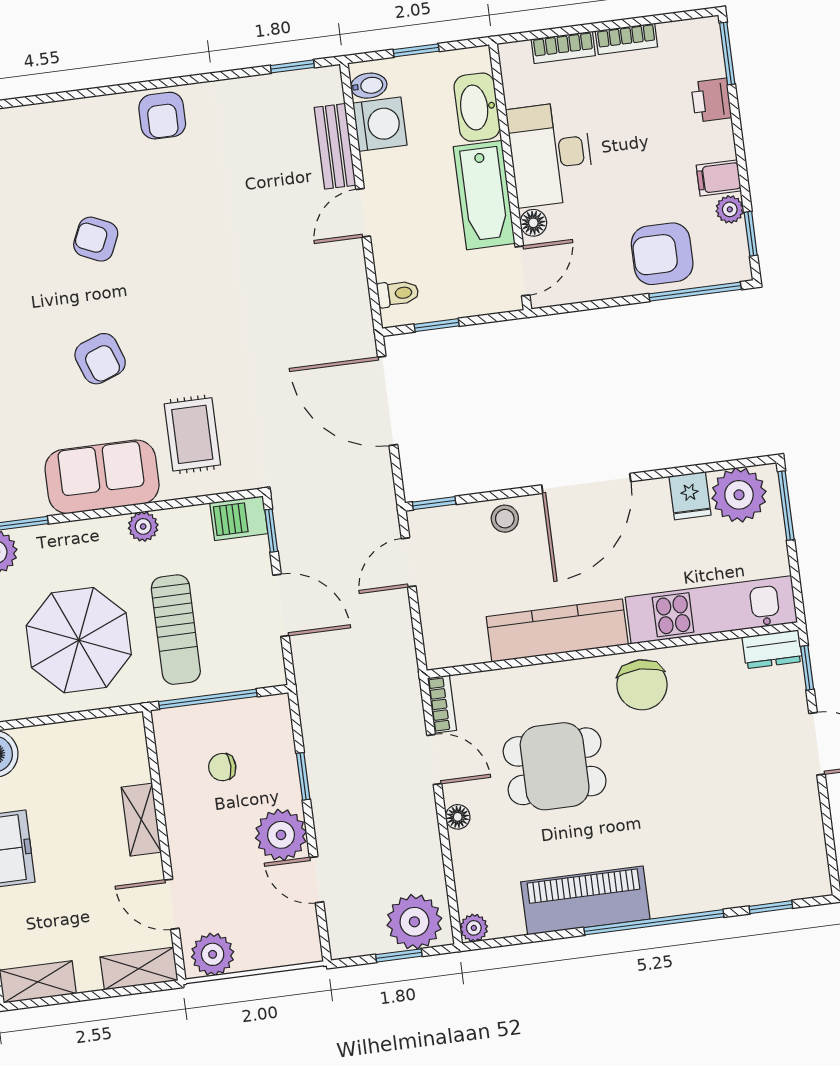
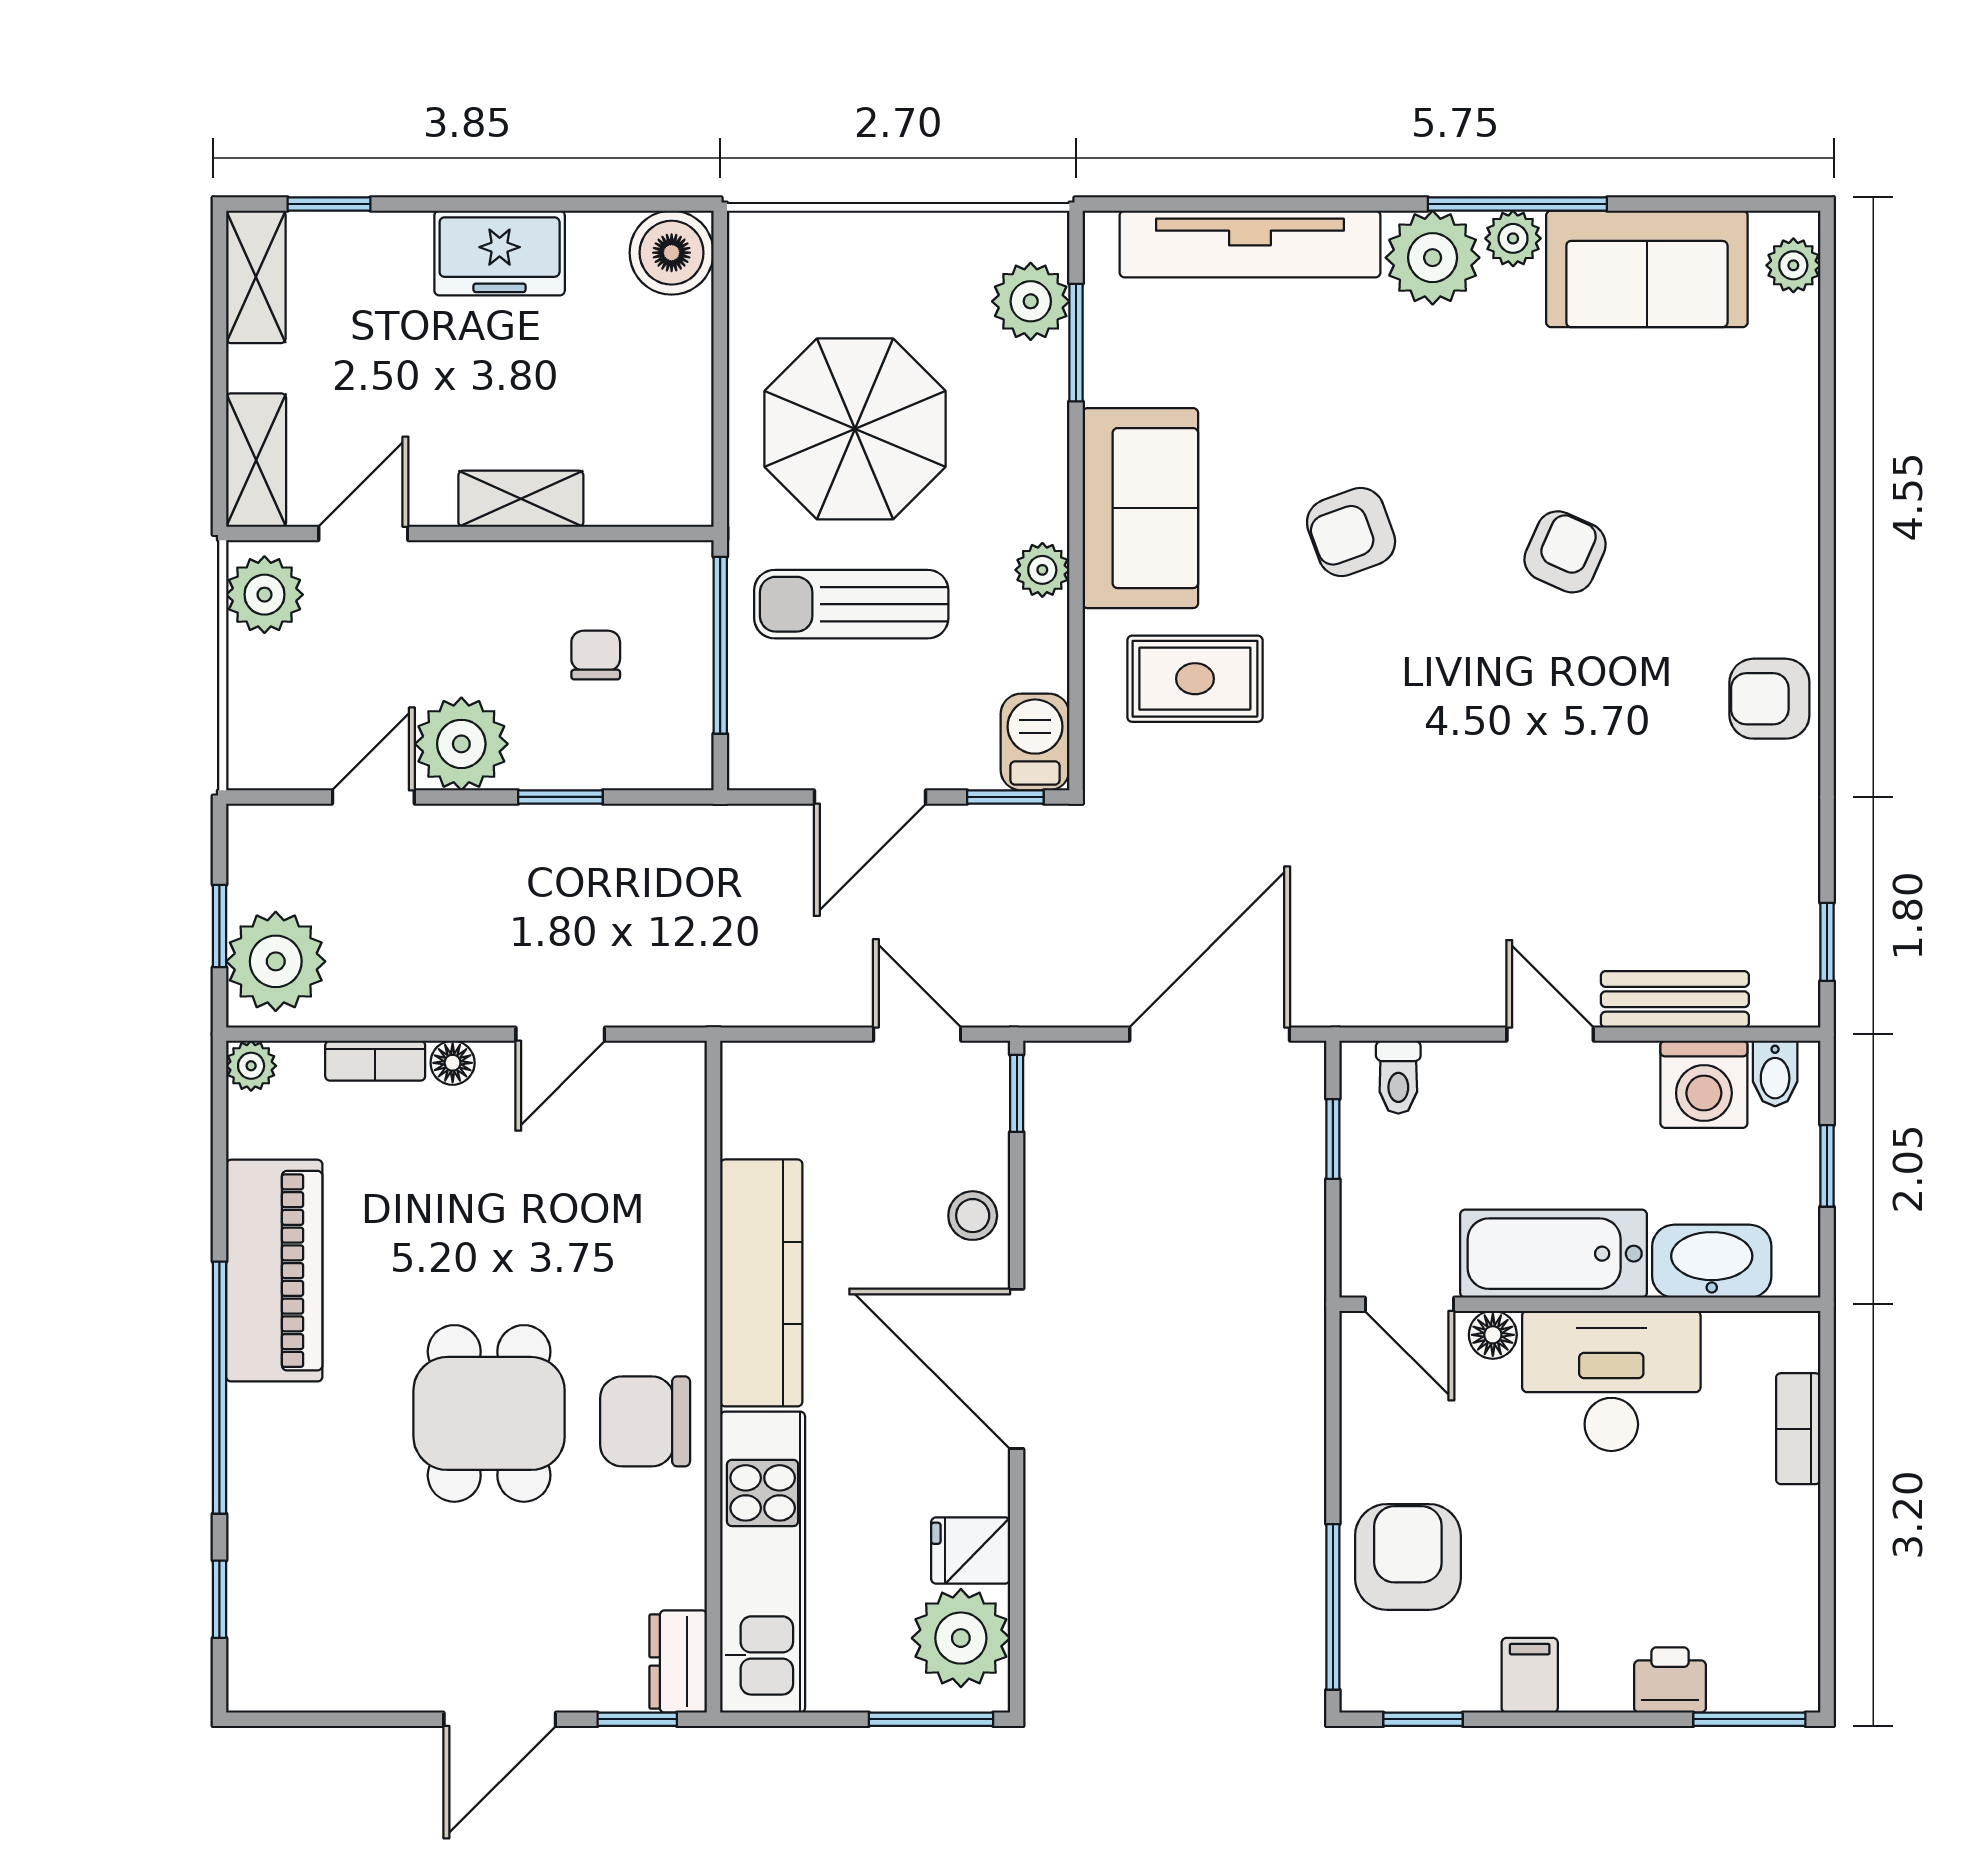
bookcase: (626, 39) -> (1799, 1543), removed
plant: (730, 209) -> (1471, 1688), removed
bookcase: (442, 704) -> (375, 1061), moved
dining table: (555, 766) -> (489, 1413), moved

